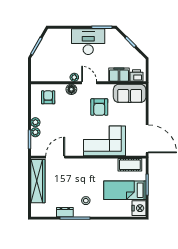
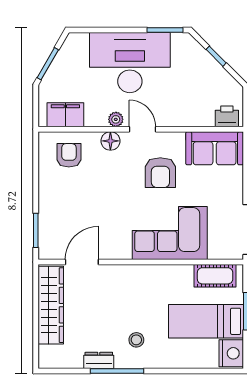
desk: (88, 42) -> (130, 63), width x1.36, depth x1.30
filing cabinet: (119, 75) -> (65, 115), moved
plant: (35, 122) -> (46, 200), removed
plant: (35, 132) -> (46, 218), removed

